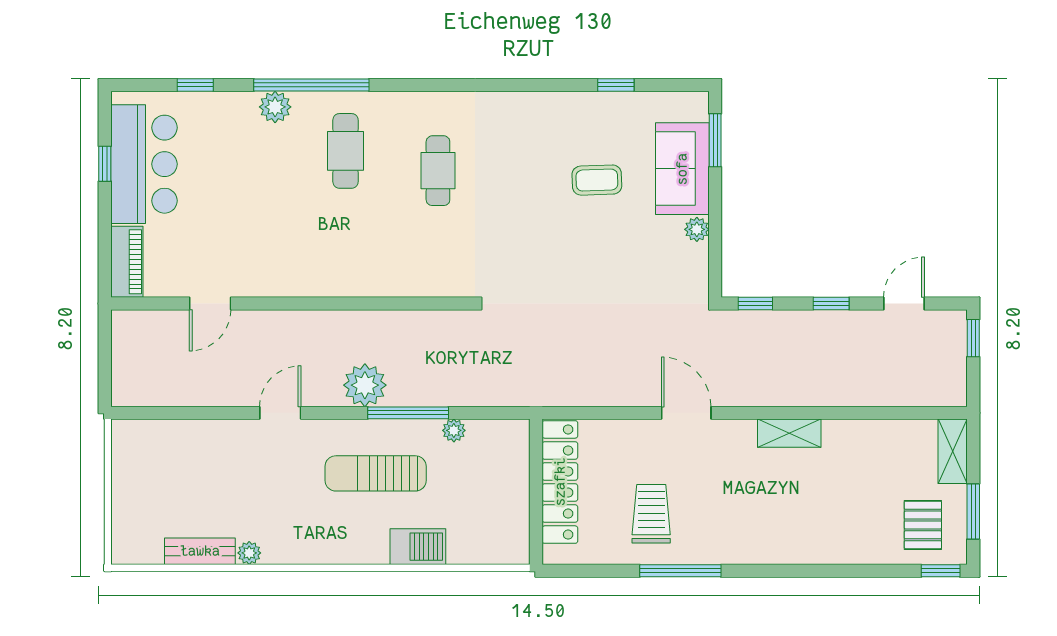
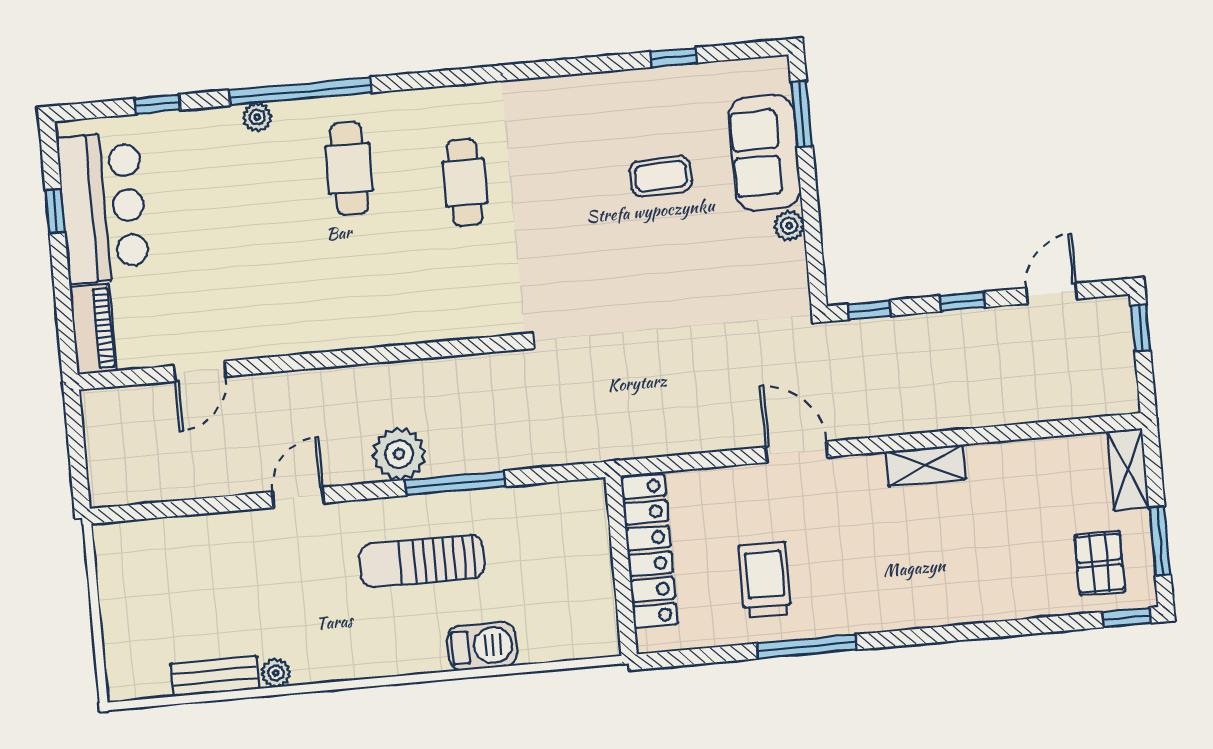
plant: (275, 107) -> (257, 117), width x0.73, depth x0.73
plant: (454, 430) -> (513, 500), removed

